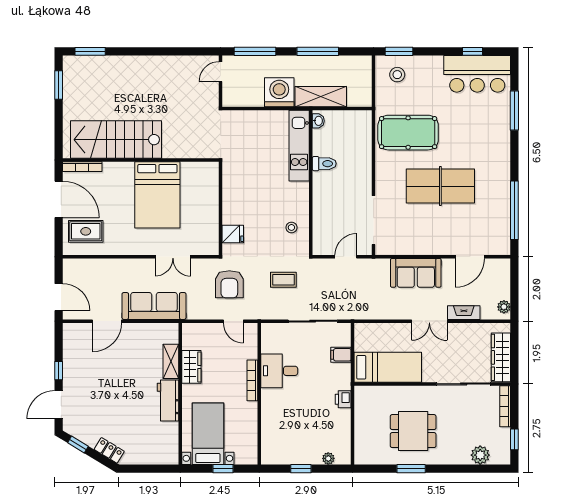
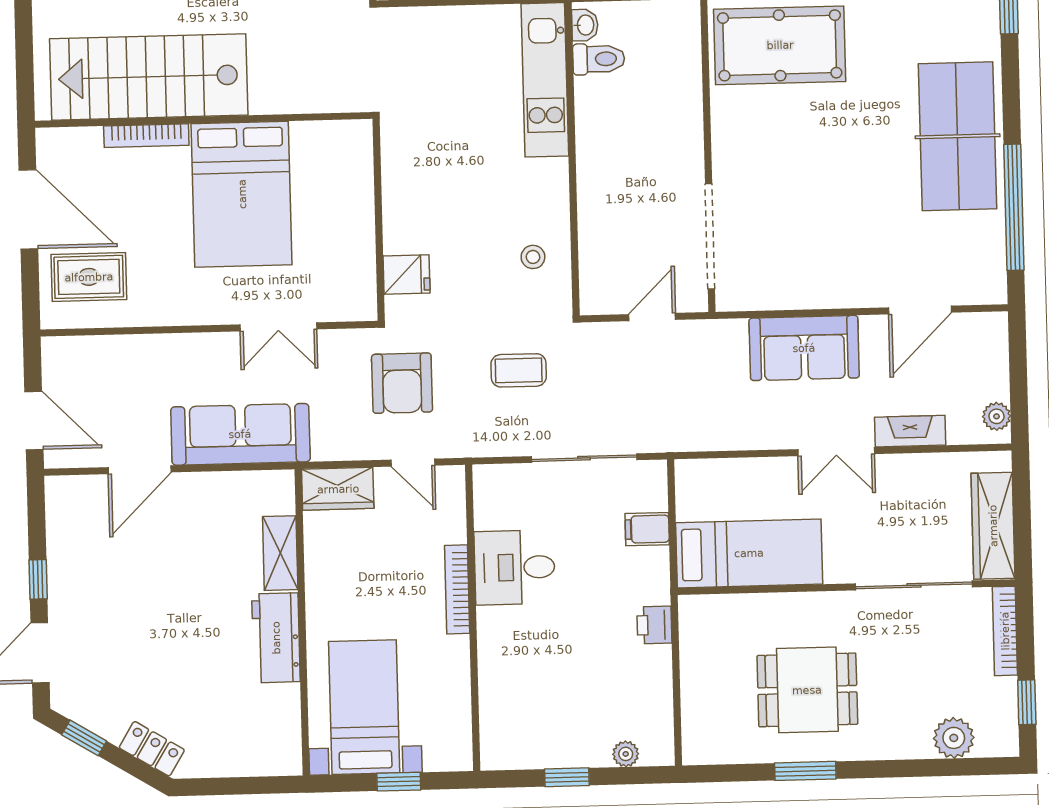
toilet: (324, 164) -> (599, 59), moved
bookcase: (82, 167) -> (146, 136), moved
table tennis table: (440, 186) -> (958, 136), moved, turned 90
wardrobe: (191, 367) -> (338, 489), moved, turned 90

